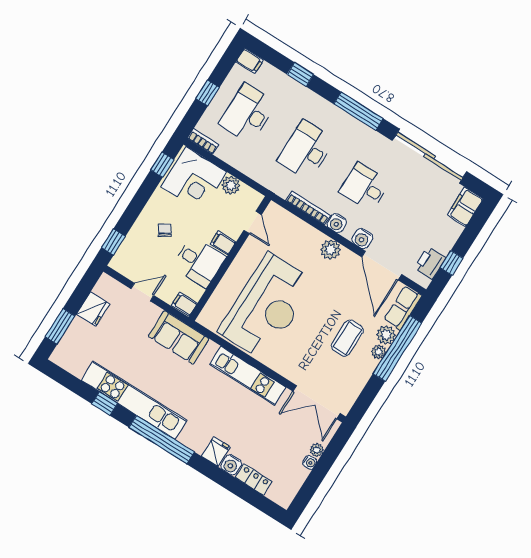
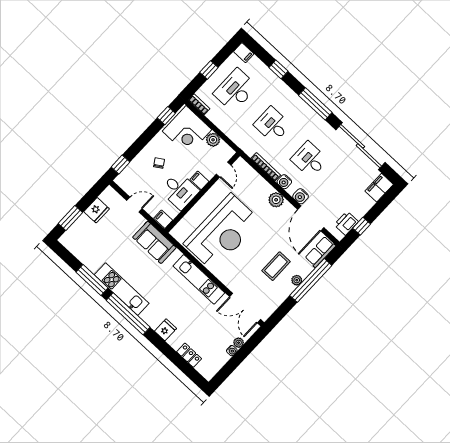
desk: (306, 150) -> (272, 125), width x0.73
plant: (386, 335) -> (304, 269), removed
kitchen unit: (134, 400) -> (122, 289), width x0.73
window: (105, 404) -> (92, 280), width x2.17
water cooler: (231, 465) -> (175, 341), removed

